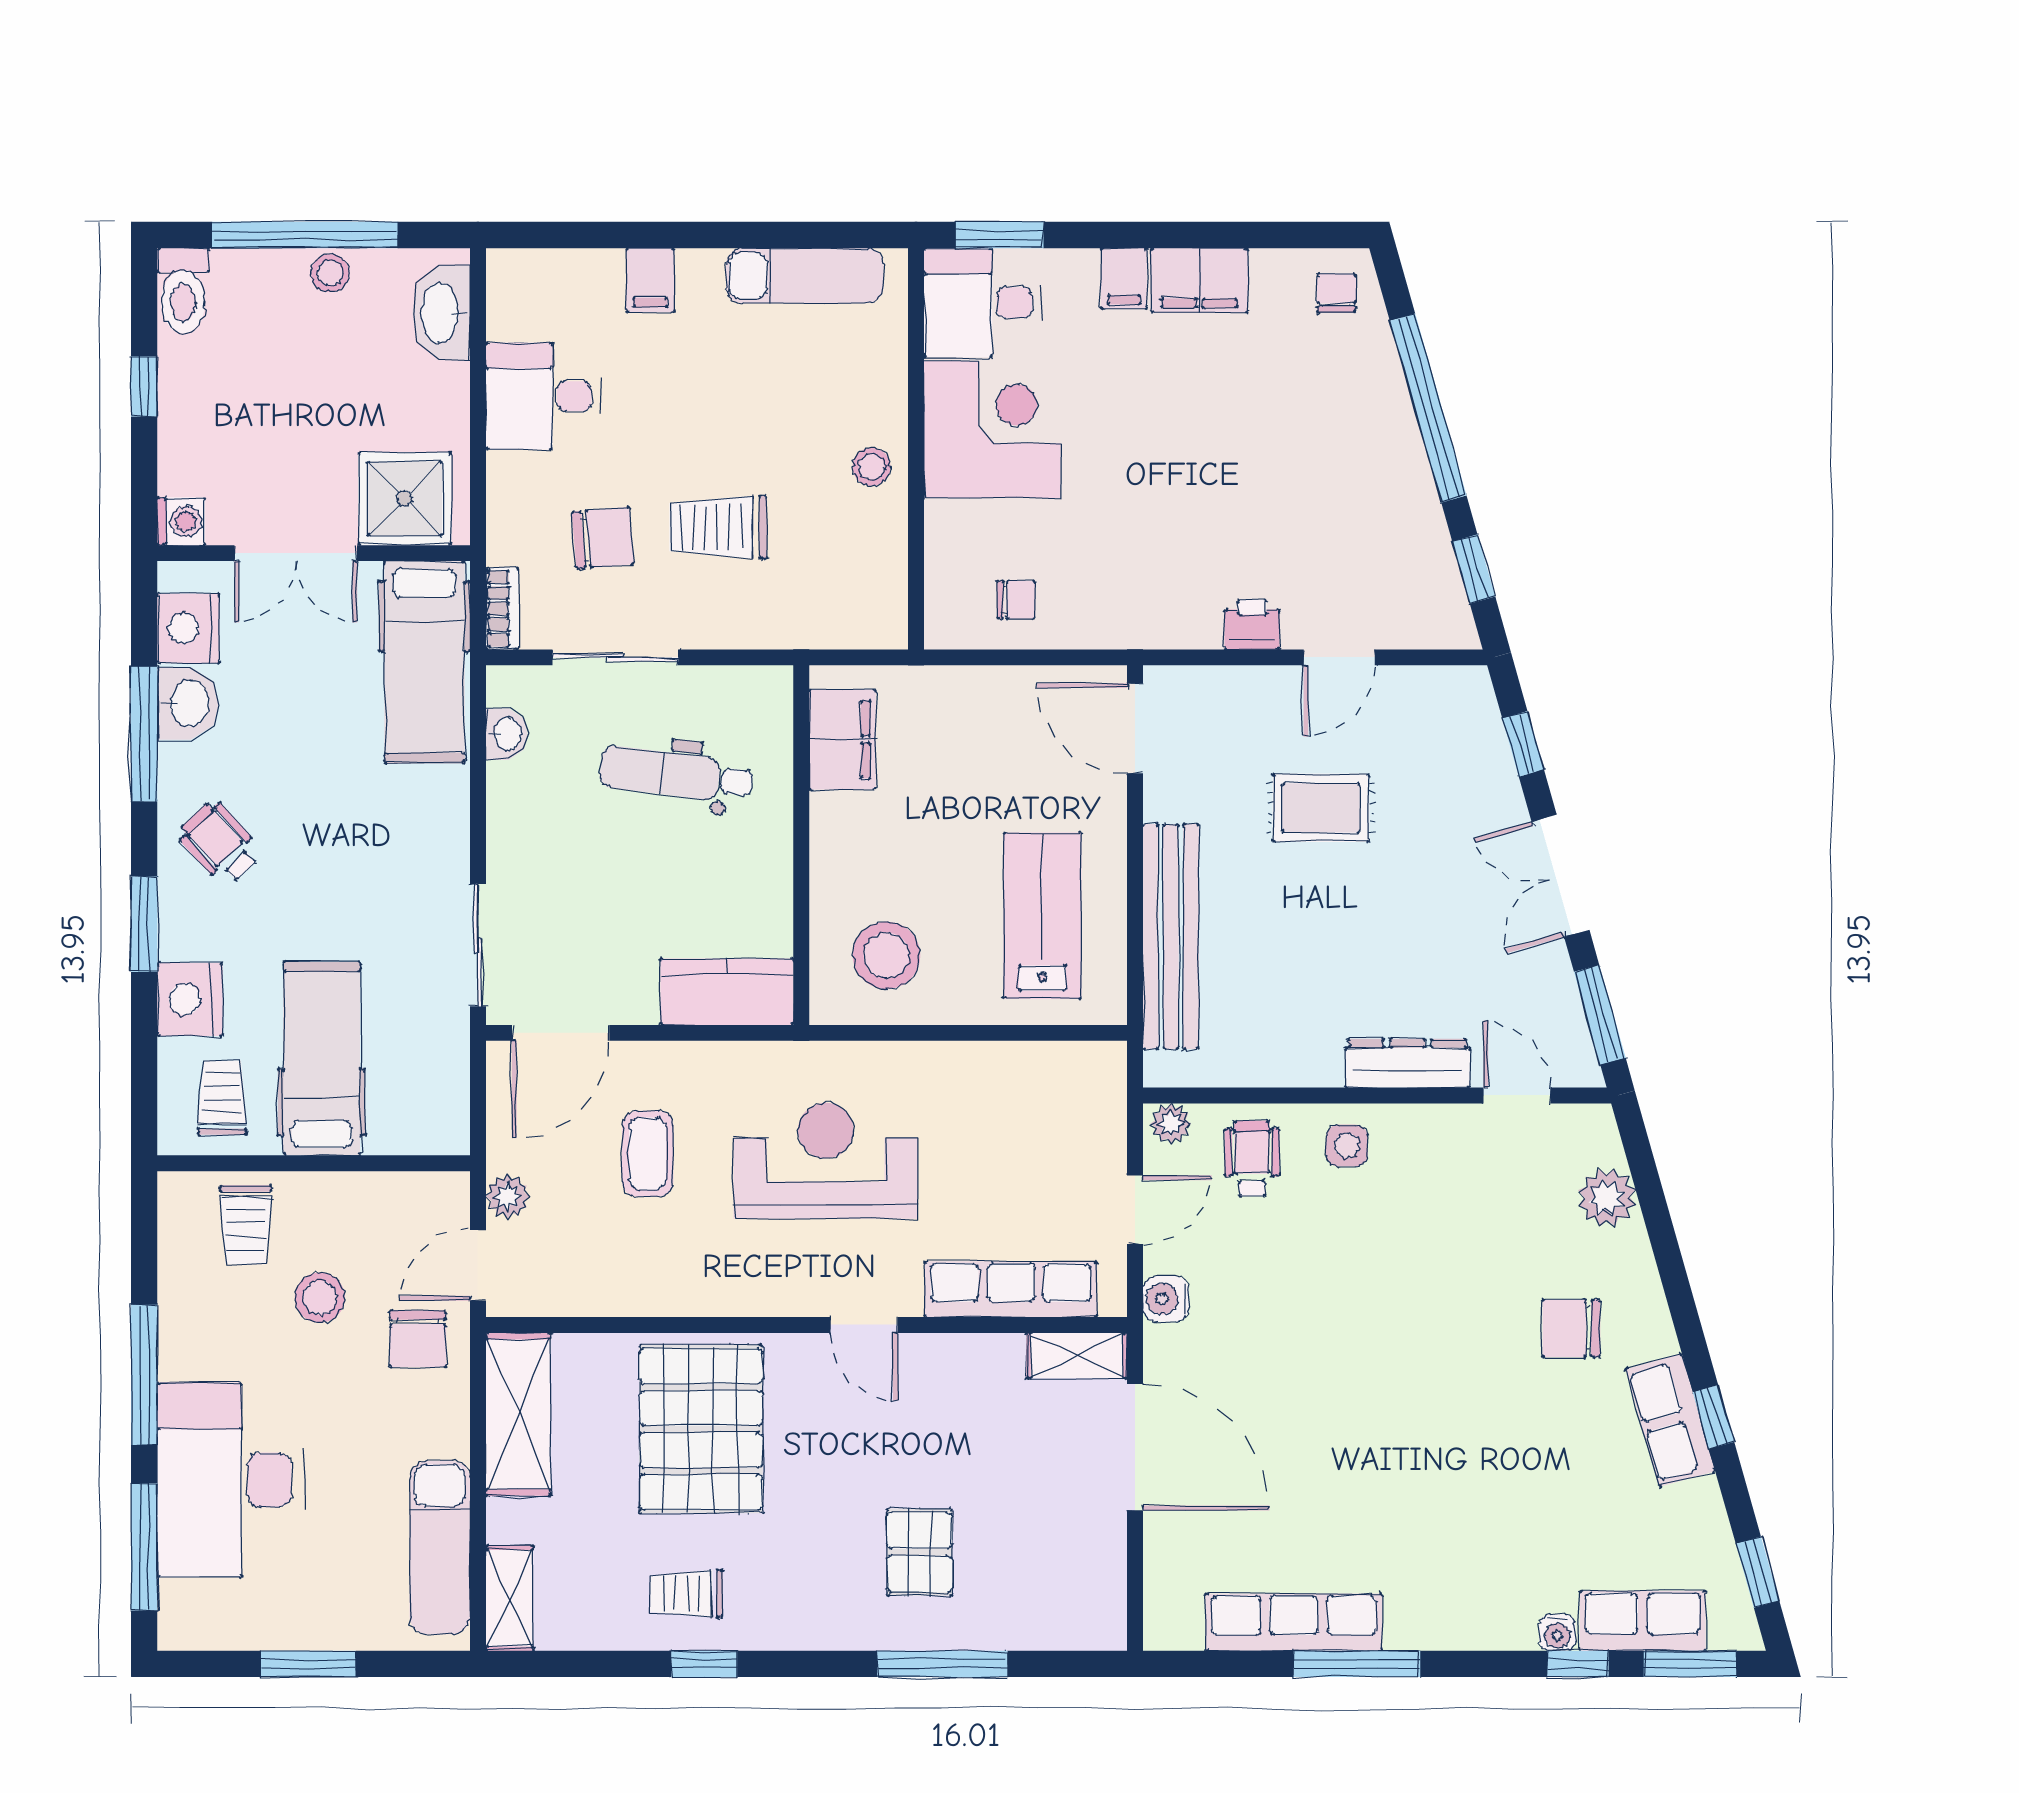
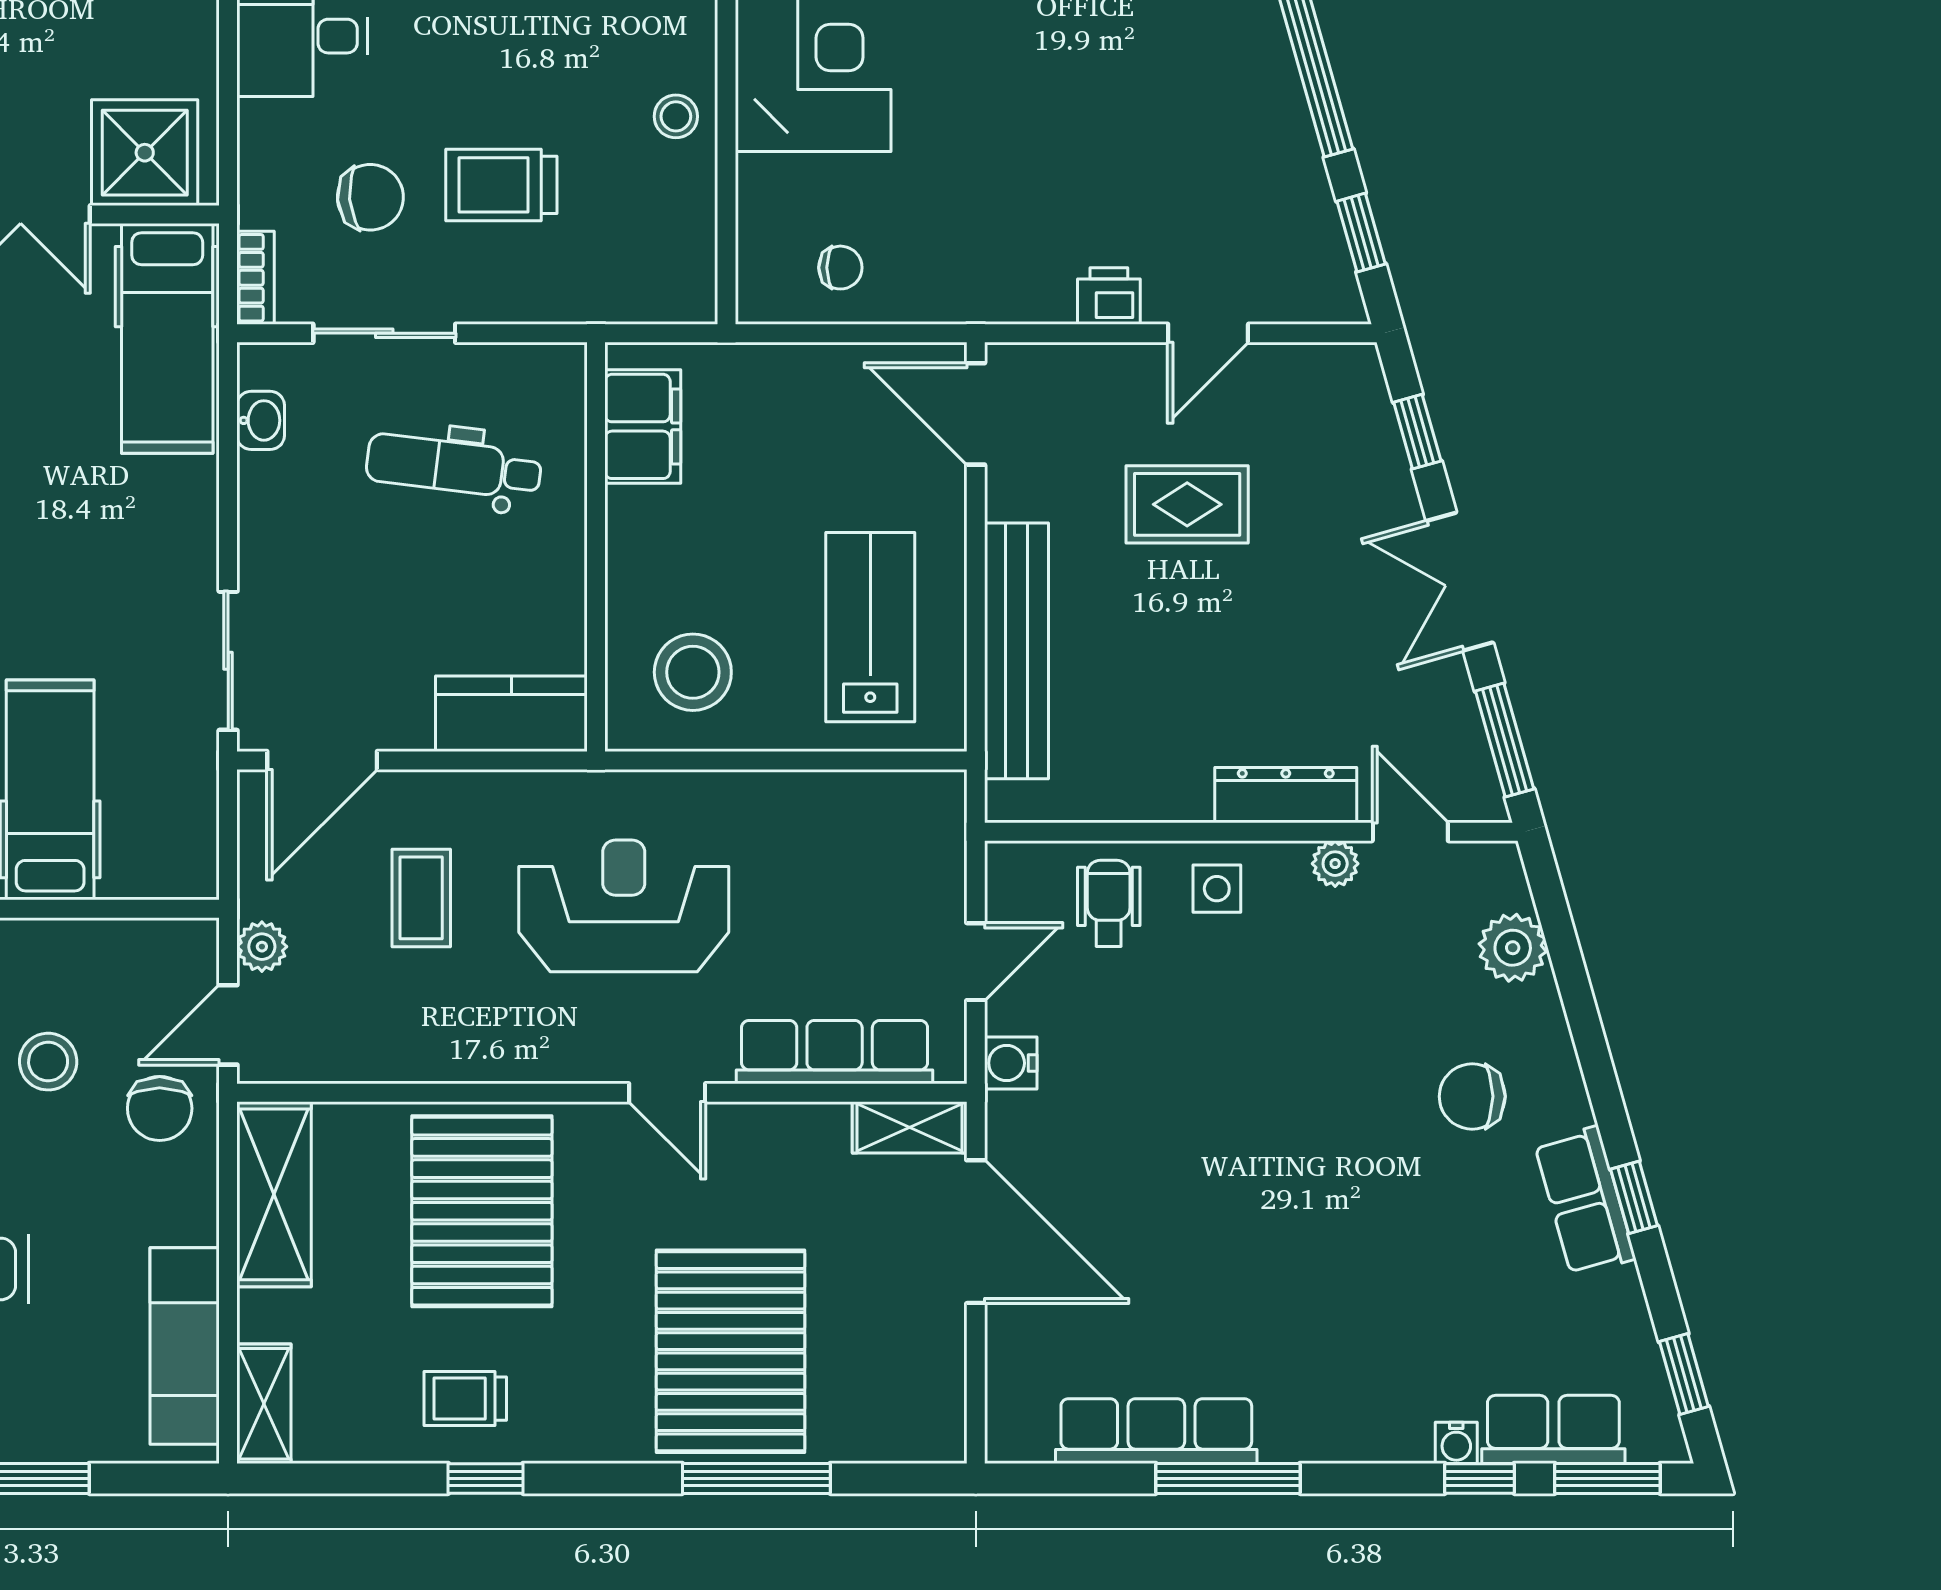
plant: (1171, 1124) -> (1335, 864), moved
pallet: (920, 1552) -> (731, 1351), width x2.05, depth x2.00

